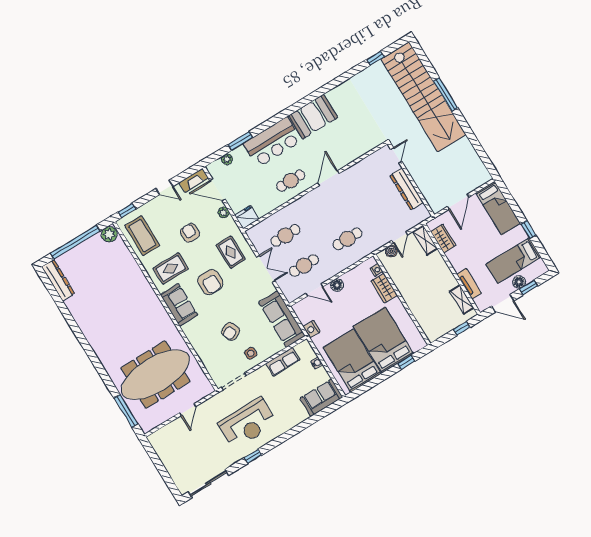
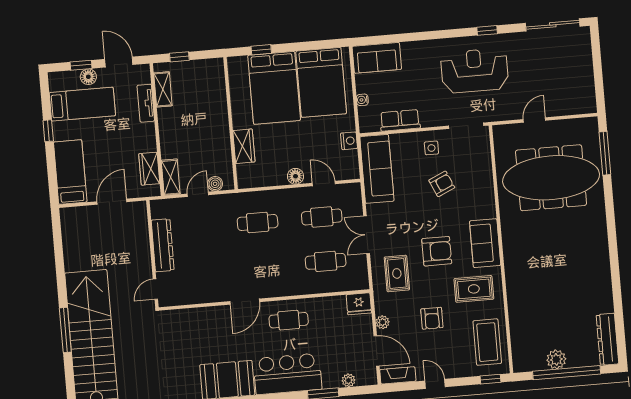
plant: (109, 234) -> (556, 359), moved
nightstand: (377, 270) -> (242, 171), removed
armchair: (210, 282) -> (437, 251), turned 90

